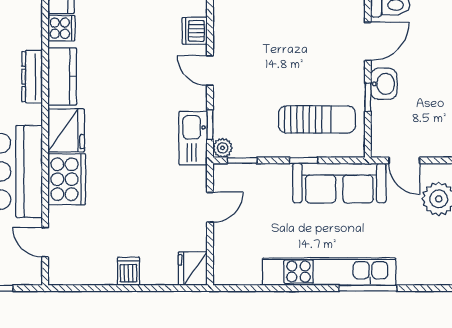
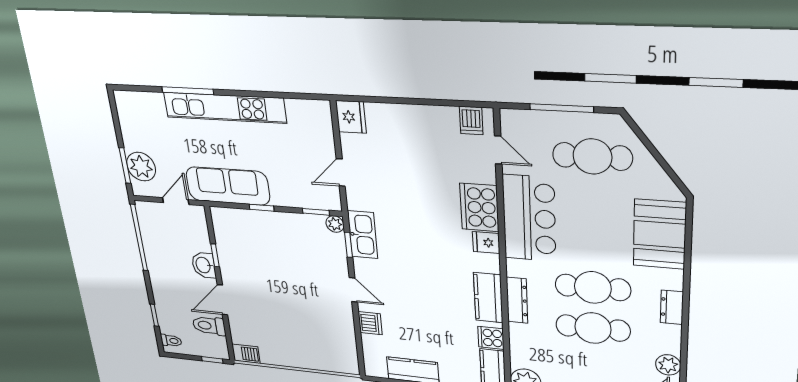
sun lounger: (317, 119) -> (255, 241), removed
fridge: (66, 130) -> (486, 243), width x0.53, depth x0.75
door: (404, 160) -> (176, 201), hinge flipped
dishwasher: (129, 271) -> (471, 121), moved

